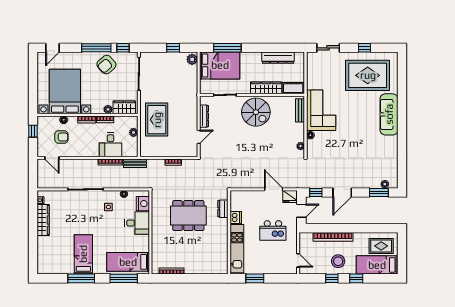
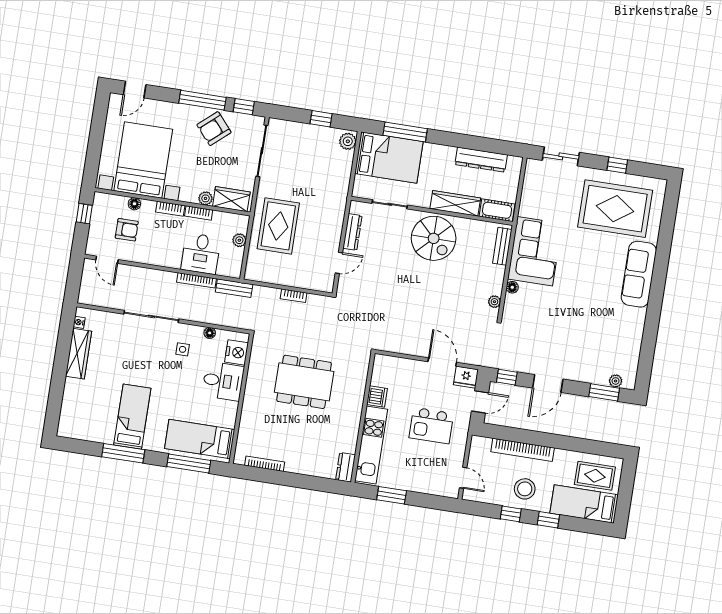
dresser: (223, 209) -> (346, 467), moved

